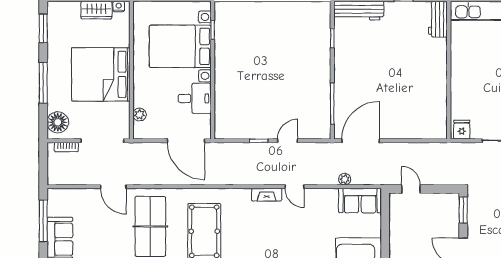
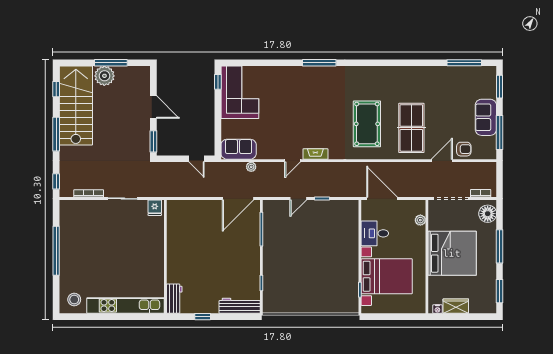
door: (113, 187) -> (442, 161), hinge flipped
door: (294, 187) -> (293, 161), swing flipped
armchair: (87, 201) -> (464, 149), added

